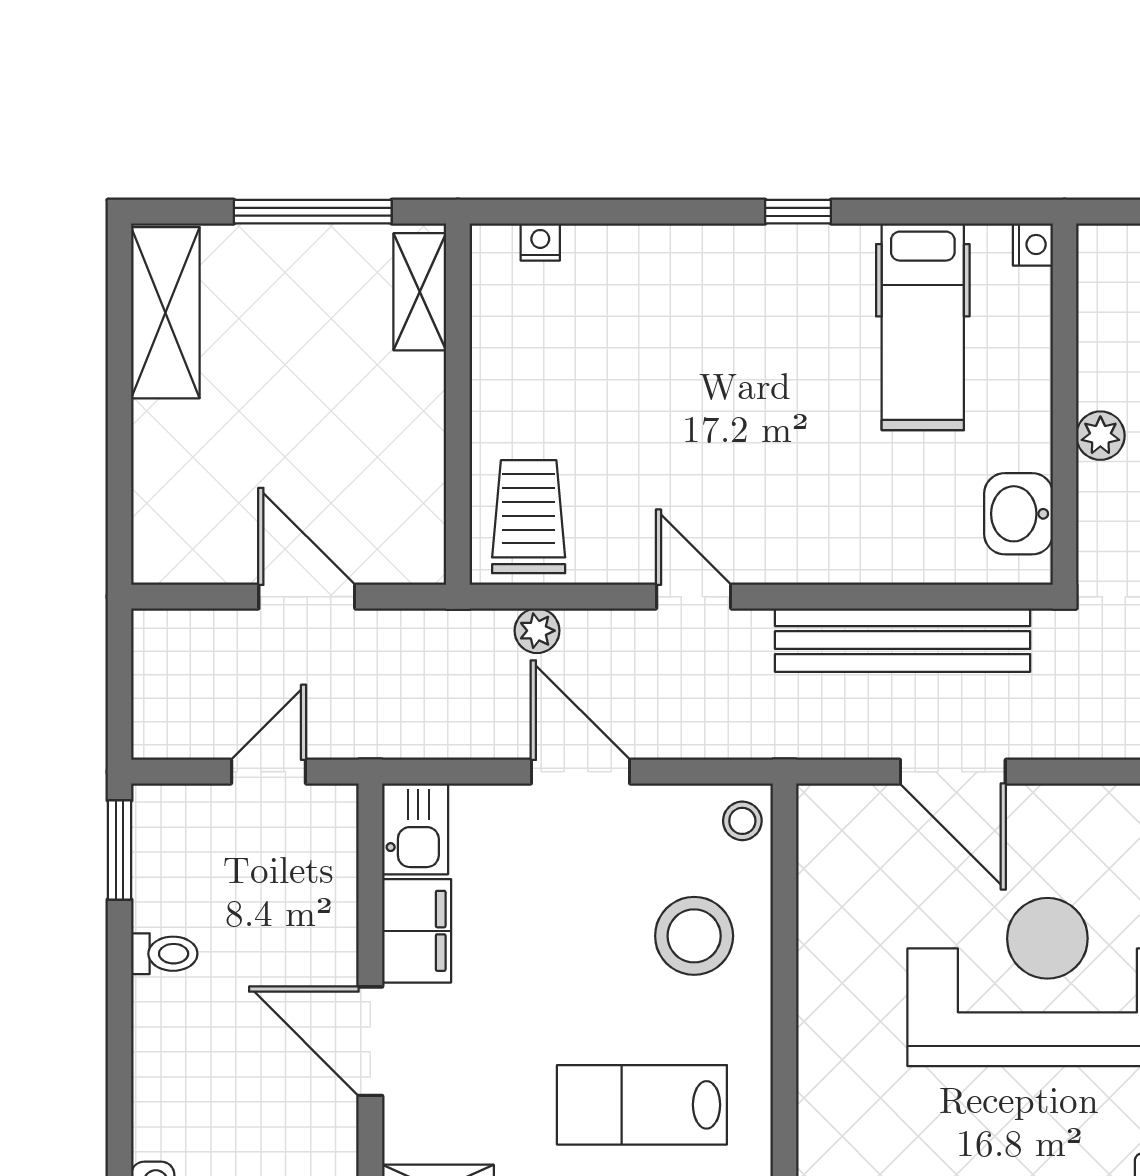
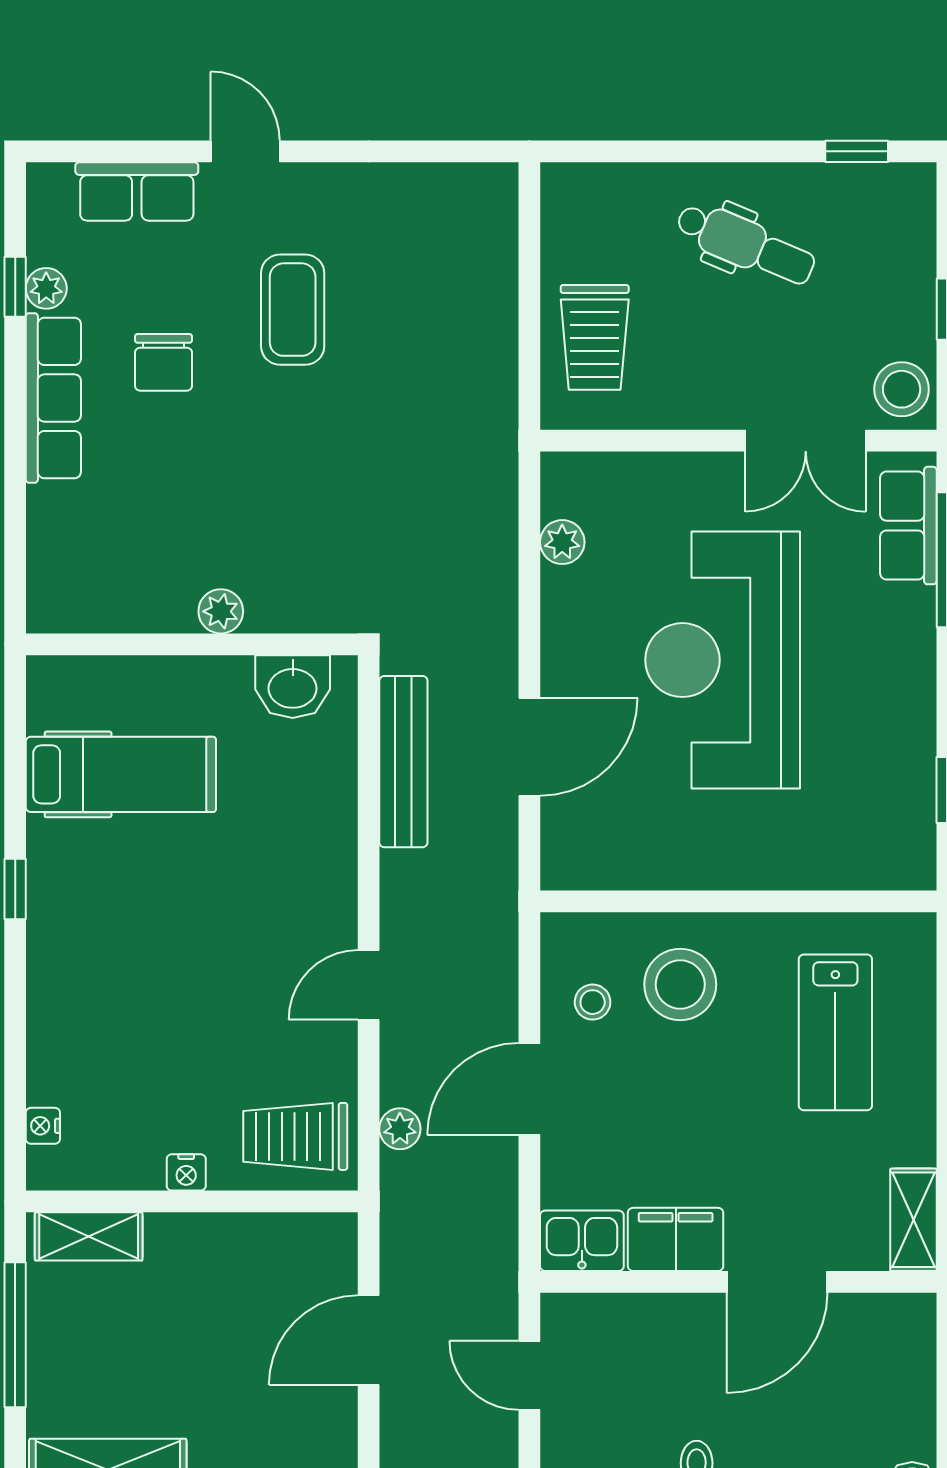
nightstand: (1033, 244) -> (186, 1172), moved, turned 180
bench: (903, 640) -> (403, 762), width x0.73, depth x0.82
stool: (742, 821) -> (593, 1002), moved

